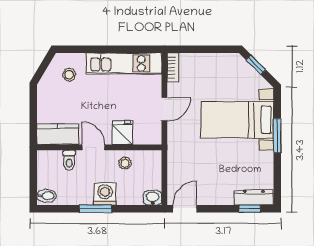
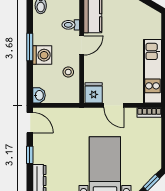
stool: (69, 75) -> (143, 25), removed
fridge: (122, 133) -> (94, 93), moved, turned -90
window: (250, 209) -> (30, 155), moved

